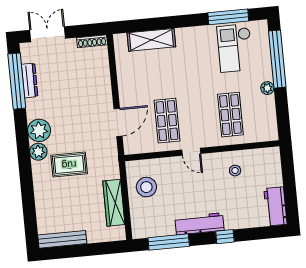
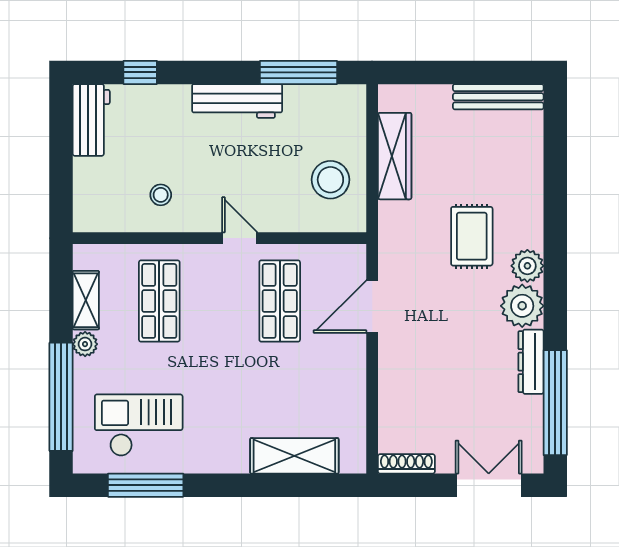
double door: (48, 34) -> (489, 485), swing flipped
checkout: (235, 48) -> (139, 425), turned -90
dresser: (30, 80) -> (531, 362), moved
shelving: (269, 111) -> (86, 300), added
rug: (69, 165) -> (472, 236), turned 90
window: (225, 237) -> (140, 72), moved

